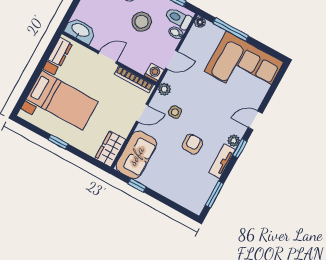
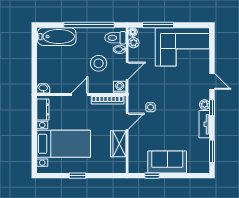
stool: (142, 22) -> (99, 63), moved
washbasin: (80, 30) -> (43, 88), width x0.52, depth x0.69
plant: (164, 89) -> (134, 43), moved
door: (255, 120) -> (212, 81), swing flipped
armchair: (192, 144) -> (176, 124), removed
wardrobe: (110, 149) -> (118, 144), moved
sofa: (136, 155) -> (167, 162), moved, turned -90

